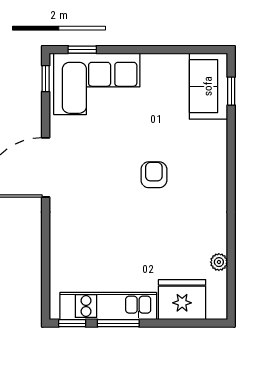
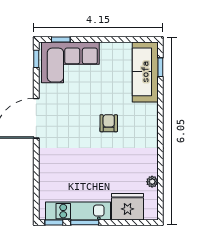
sofa: (208, 86) -> (145, 72), width x1.36

